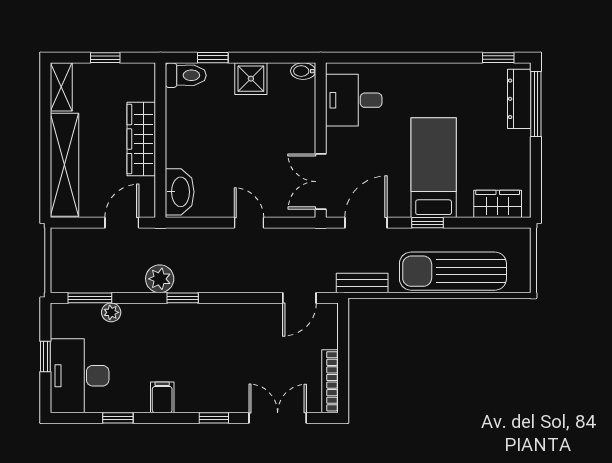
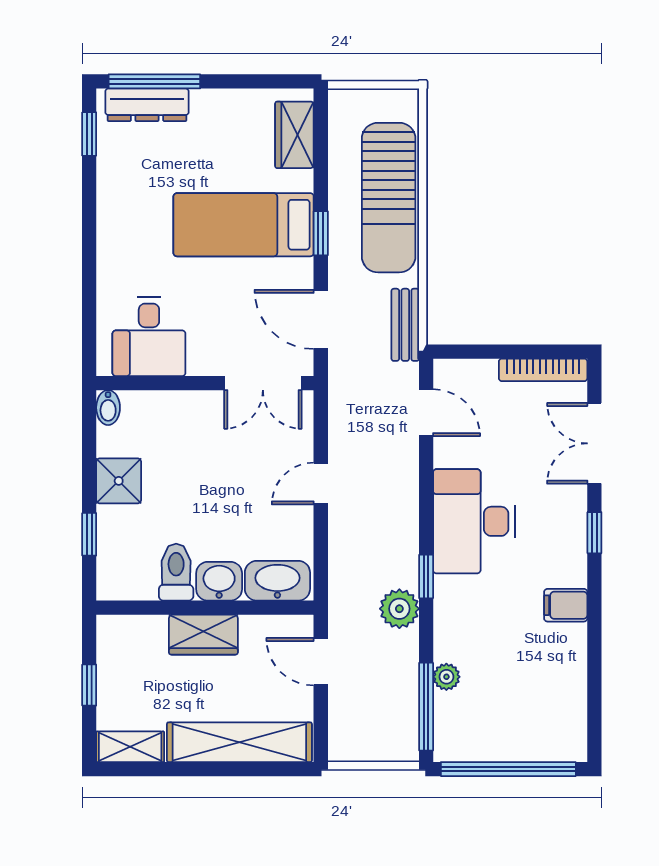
toilet: (186, 75) -> (176, 572), moved
wardrobe: (141, 139) -> (203, 635), width x0.67
washbasin: (179, 150) -> (219, 581), added
window: (90, 298) -> (426, 707), width x1.44
window: (45, 356) -> (508, 769), width x3.17
desk: (80, 376) -> (474, 521), moved, turned 90
window: (118, 418) -> (594, 667), removed

